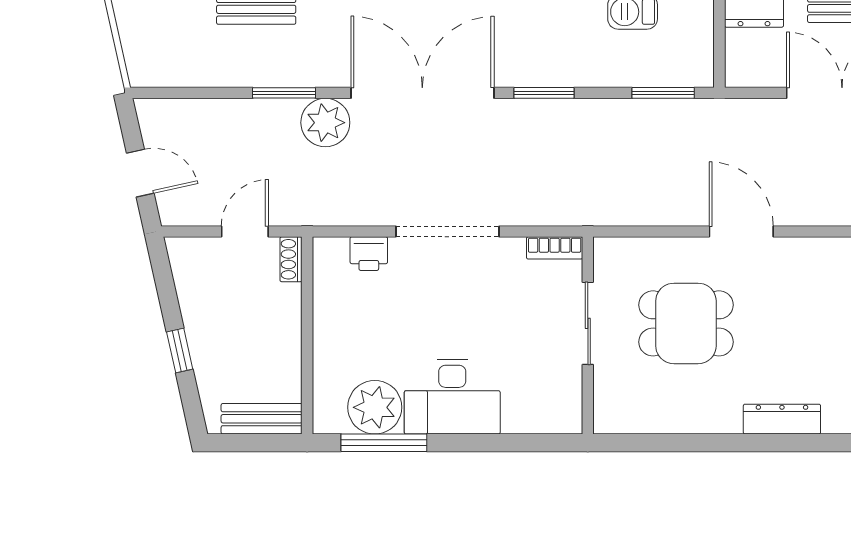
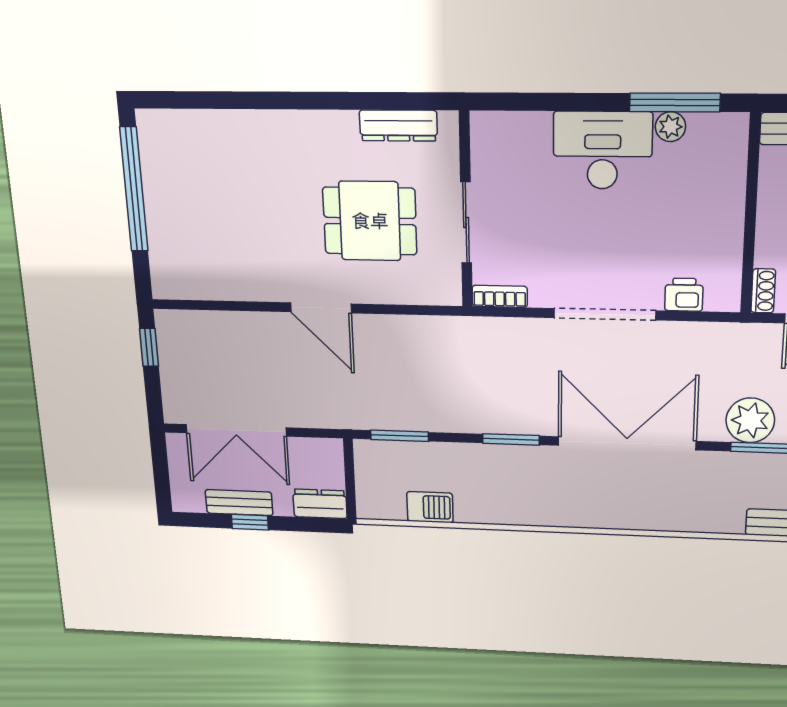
double door: (422, 93) -> (627, 443), swing flipped
plant: (325, 123) -> (750, 420), moved
plant: (375, 407) -> (670, 127), width x0.53, depth x0.53
dresser: (782, 419) -> (398, 126), moved

